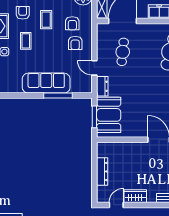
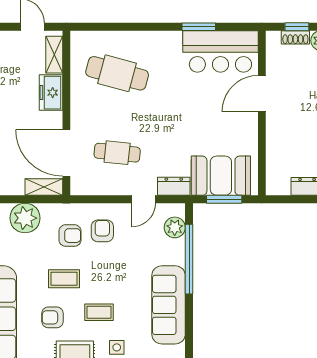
armchair: (75, 43) -> (102, 231), turned -90
sofa: (46, 83) -> (169, 305), moved
plant: (77, 87) -> (175, 227), added
window: (58, 96) -> (189, 259), width x1.46

